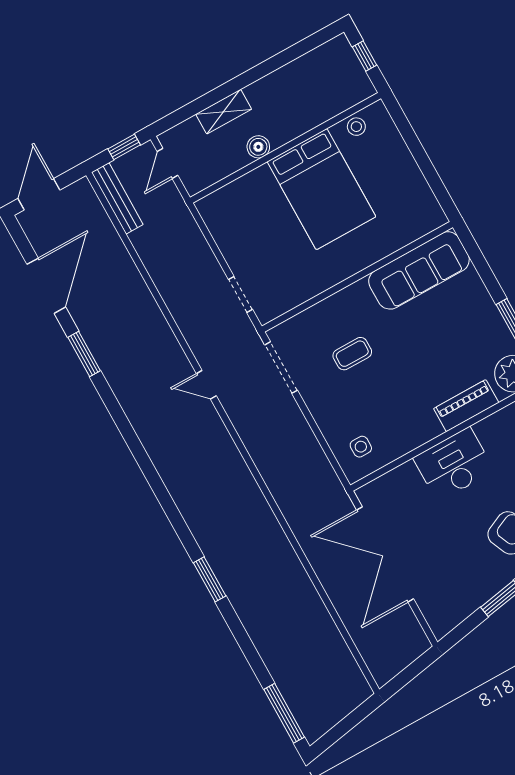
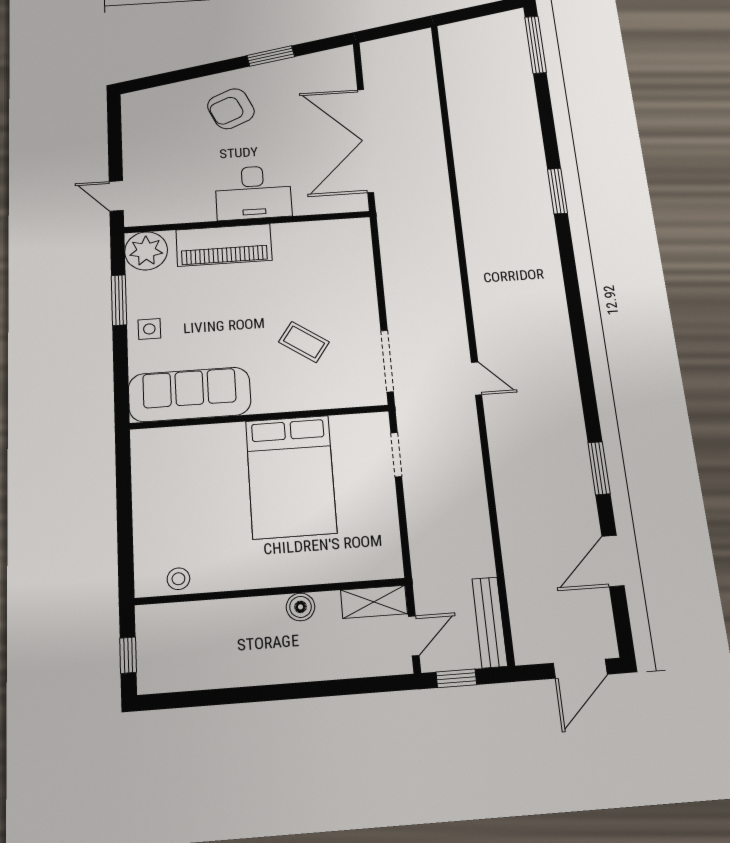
shelving: (224, 112) -> (374, 602), moved
bed: (321, 189) -> (291, 477), moved, turned 180
door: (46, 286) -> (613, 561), width x0.73
coffee table: (352, 354) -> (304, 342), turned 35
piano: (466, 406) -> (224, 245), width x1.37, depth x1.33
side table: (361, 447) -> (149, 329), moved
double door: (385, 554) -> (366, 140), swing flipped

